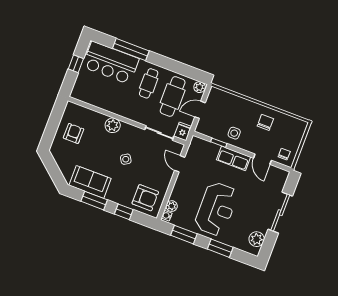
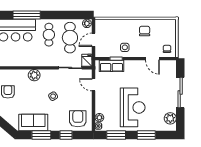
row of seats: (234, 158) -> (111, 66), moved
armchair: (145, 198) -> (78, 119), turned -90

